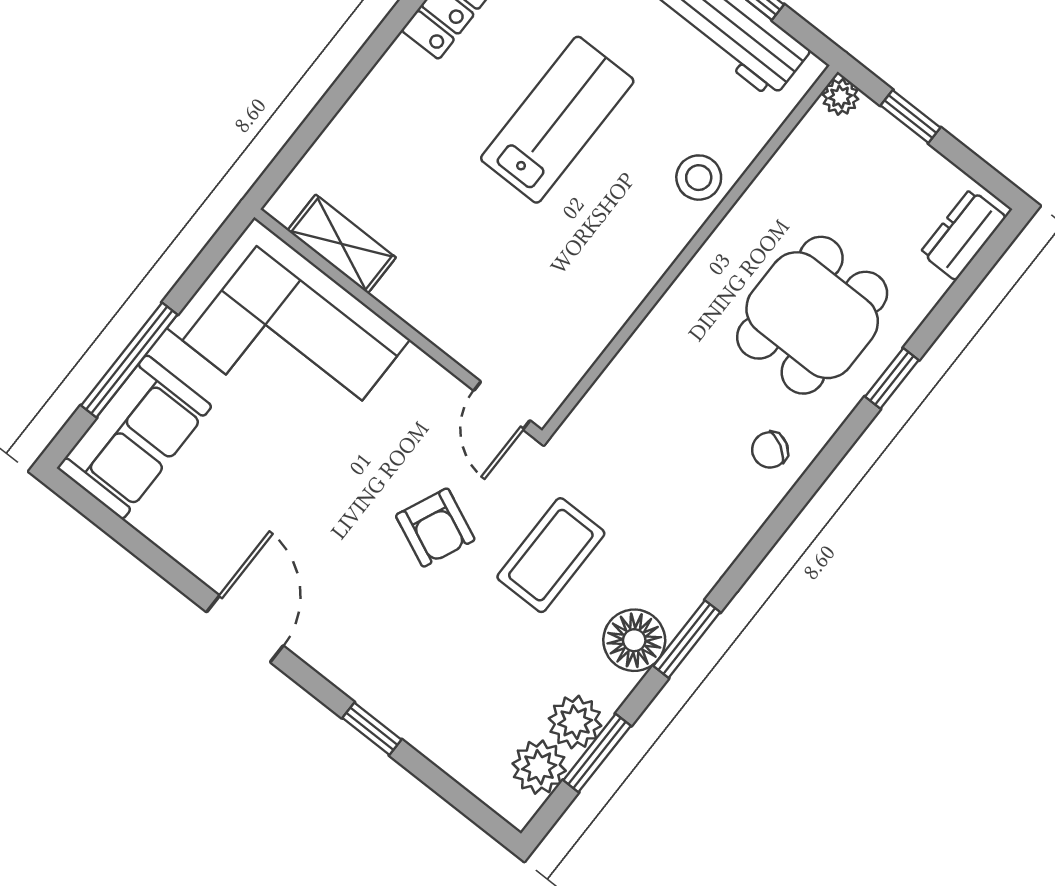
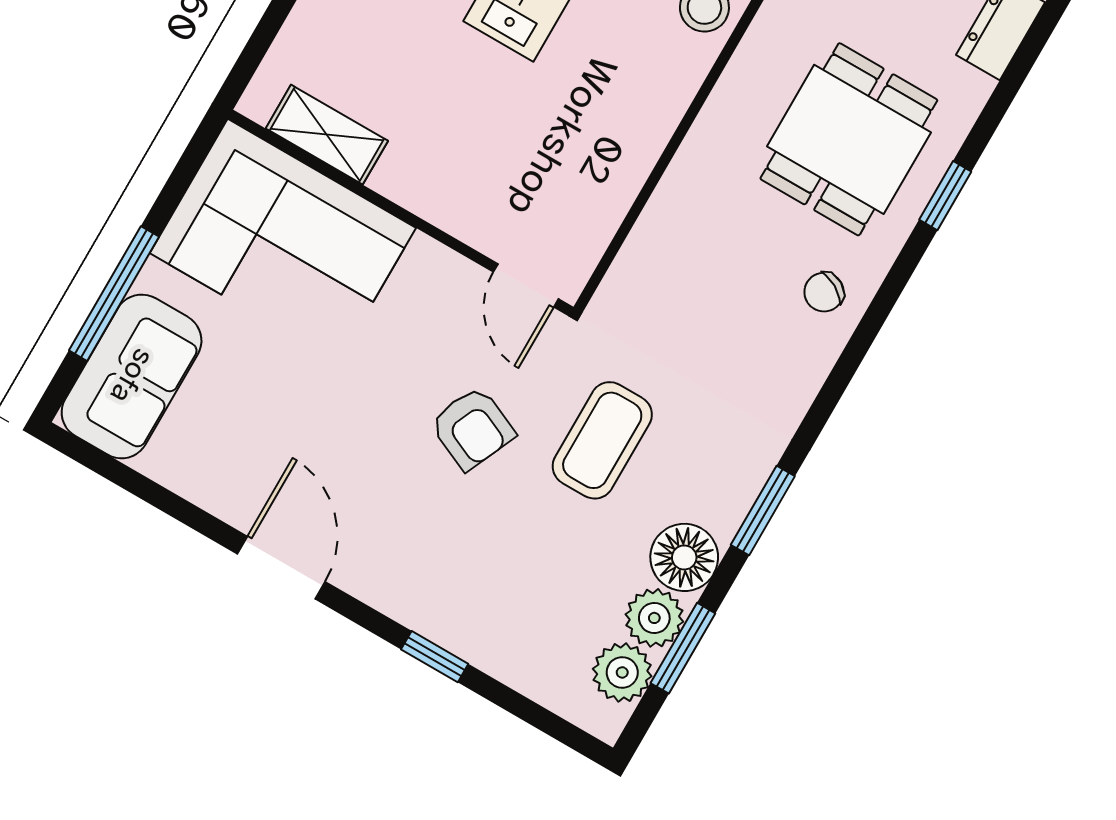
floor lamp: (634, 640) -> (684, 557), moved

